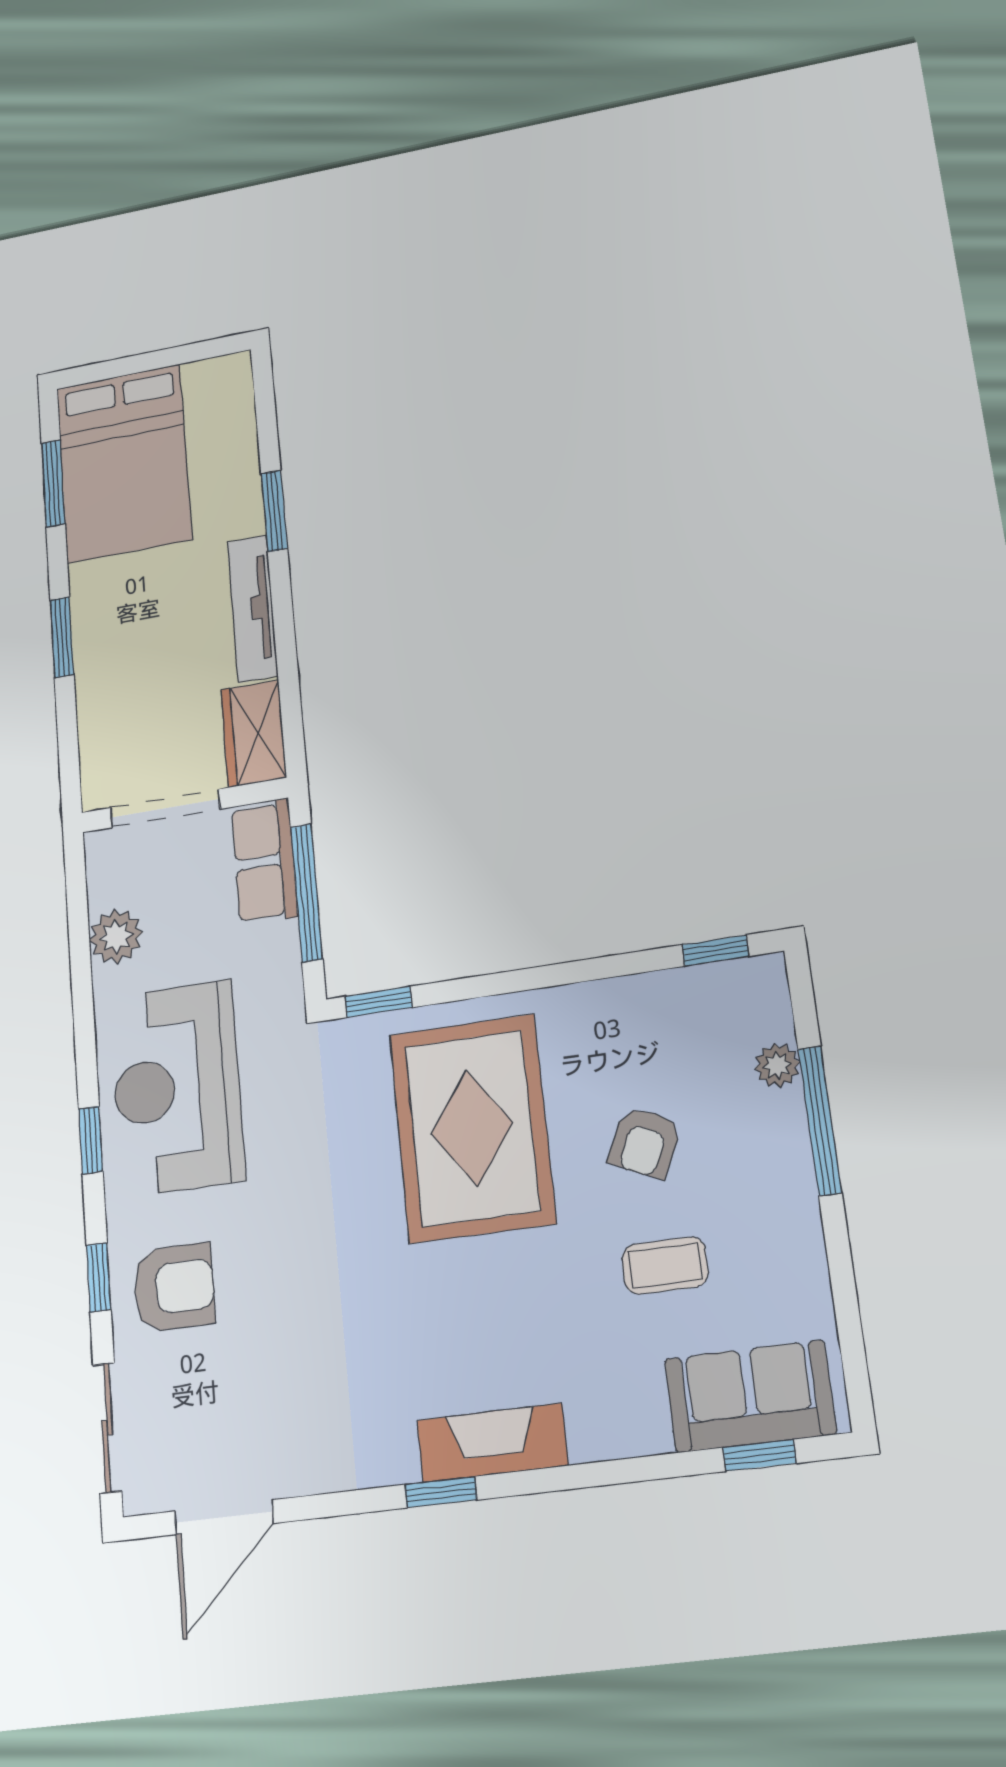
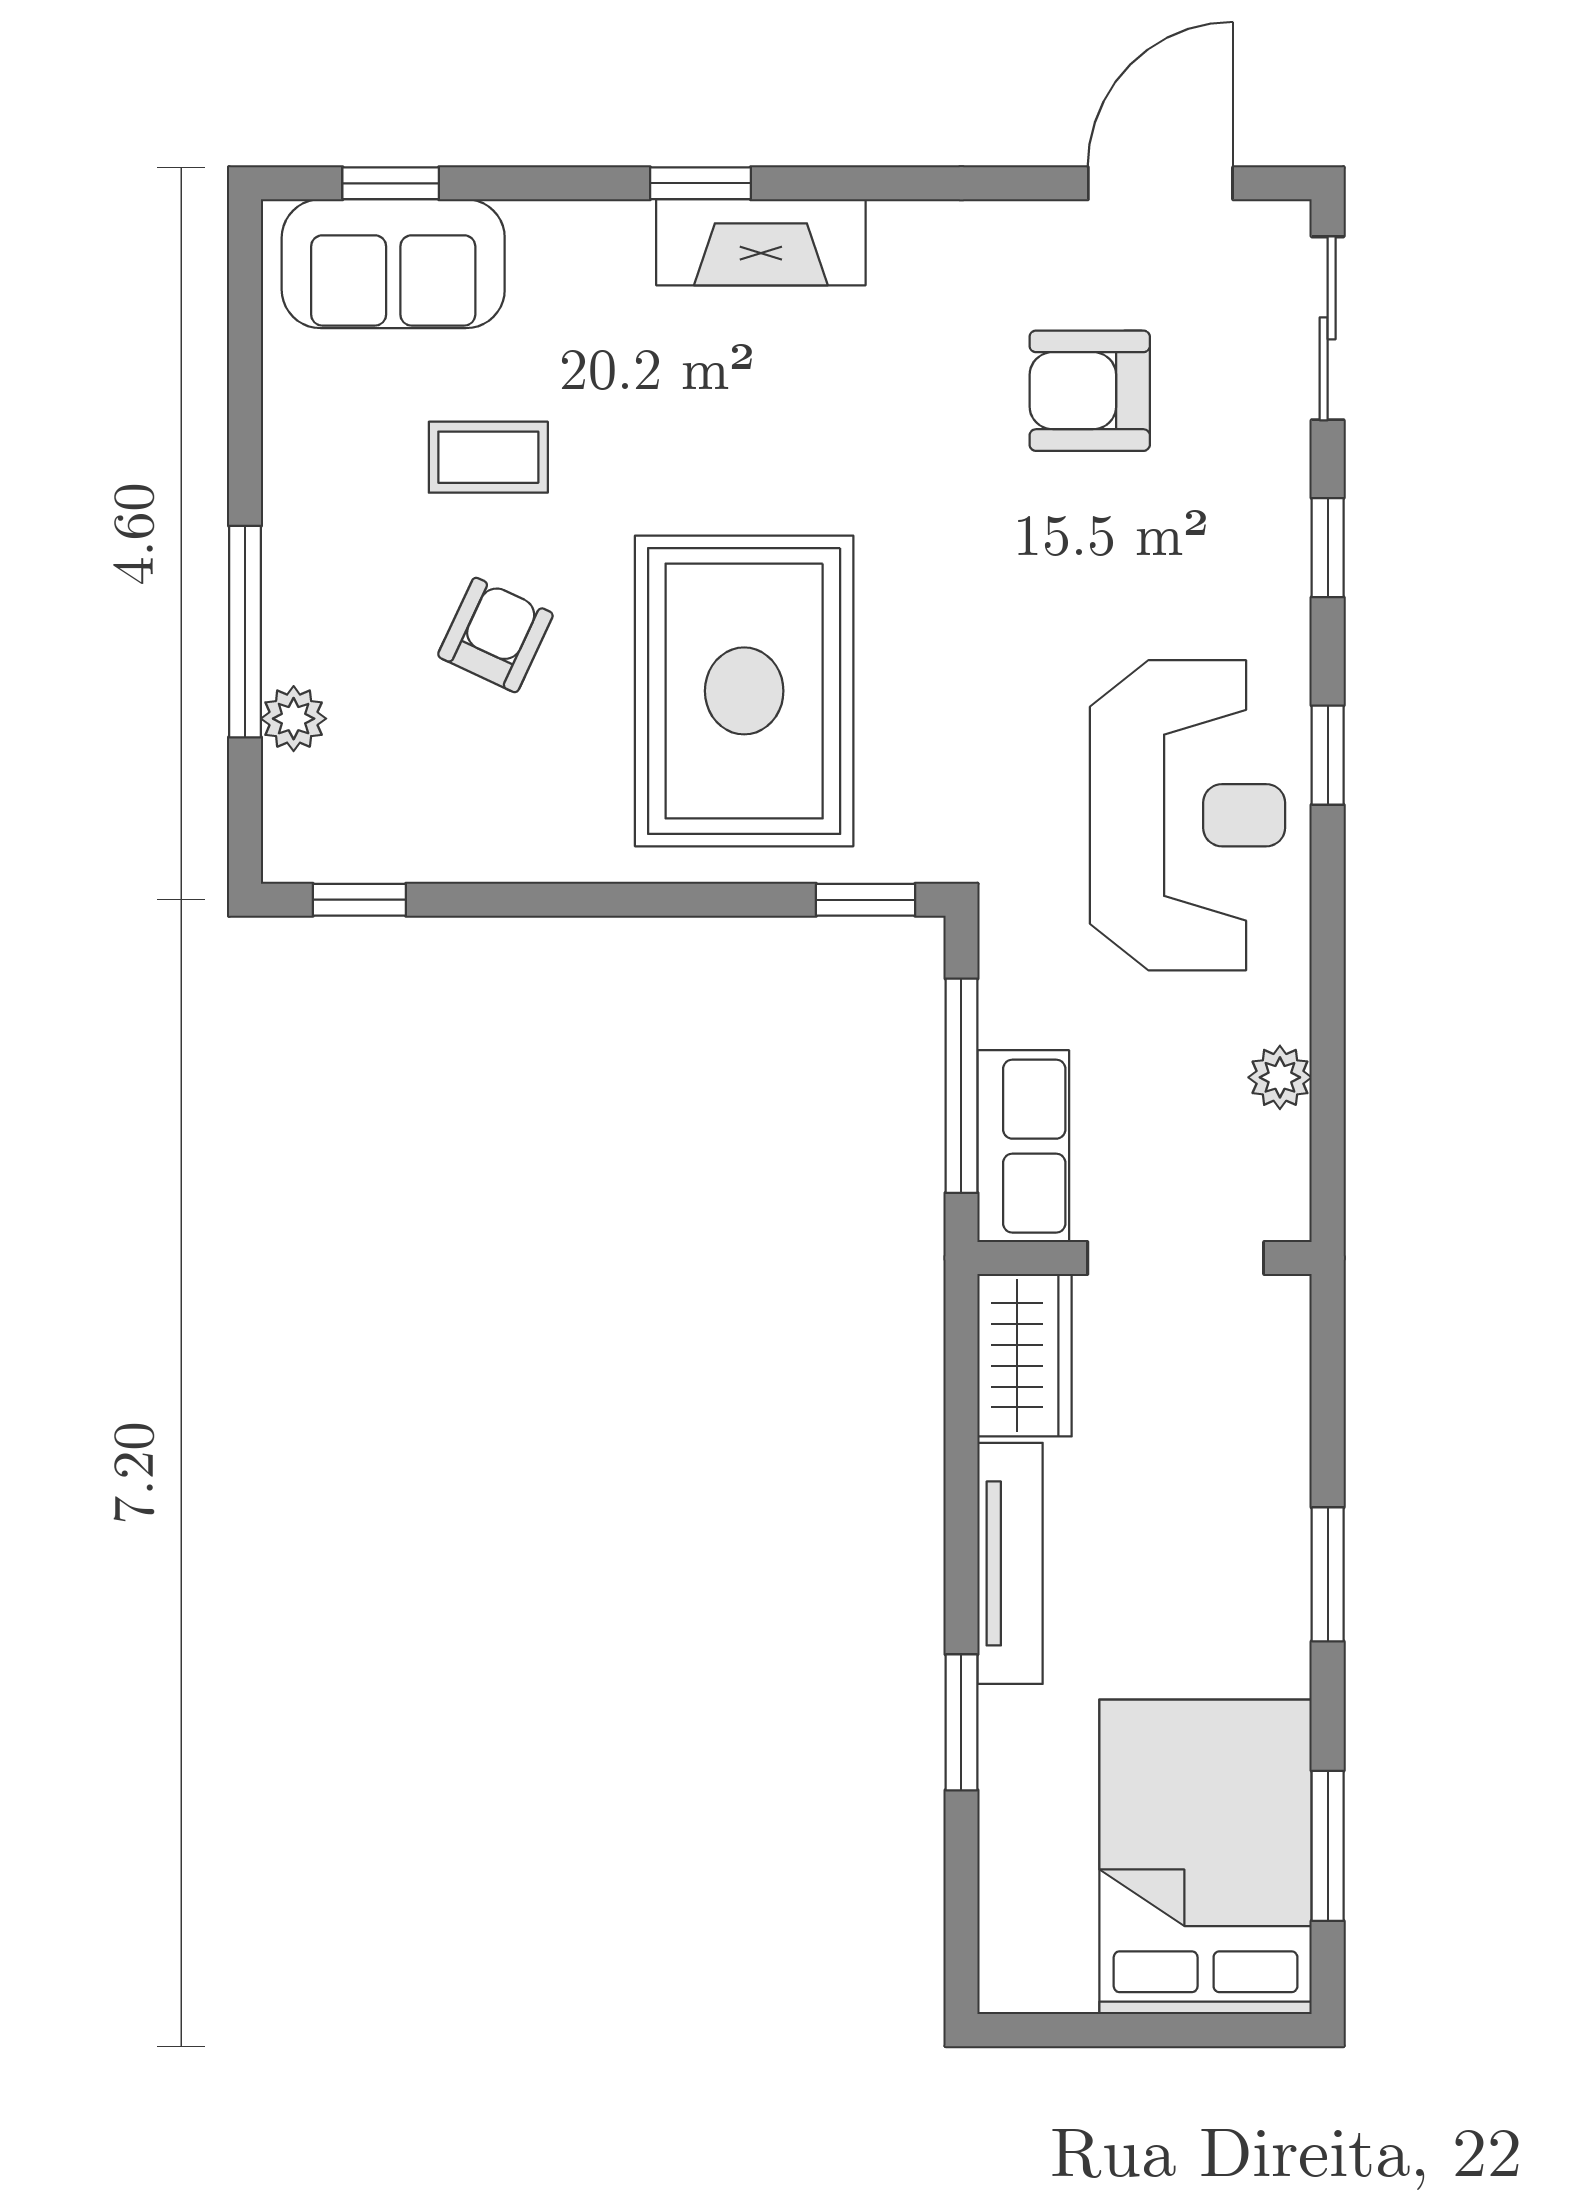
plant: (116, 936) -> (1280, 1077), width x0.73, depth x0.73
armchair: (174, 1287) -> (1090, 391), moved
window: (441, 1492) -> (700, 183), moved

